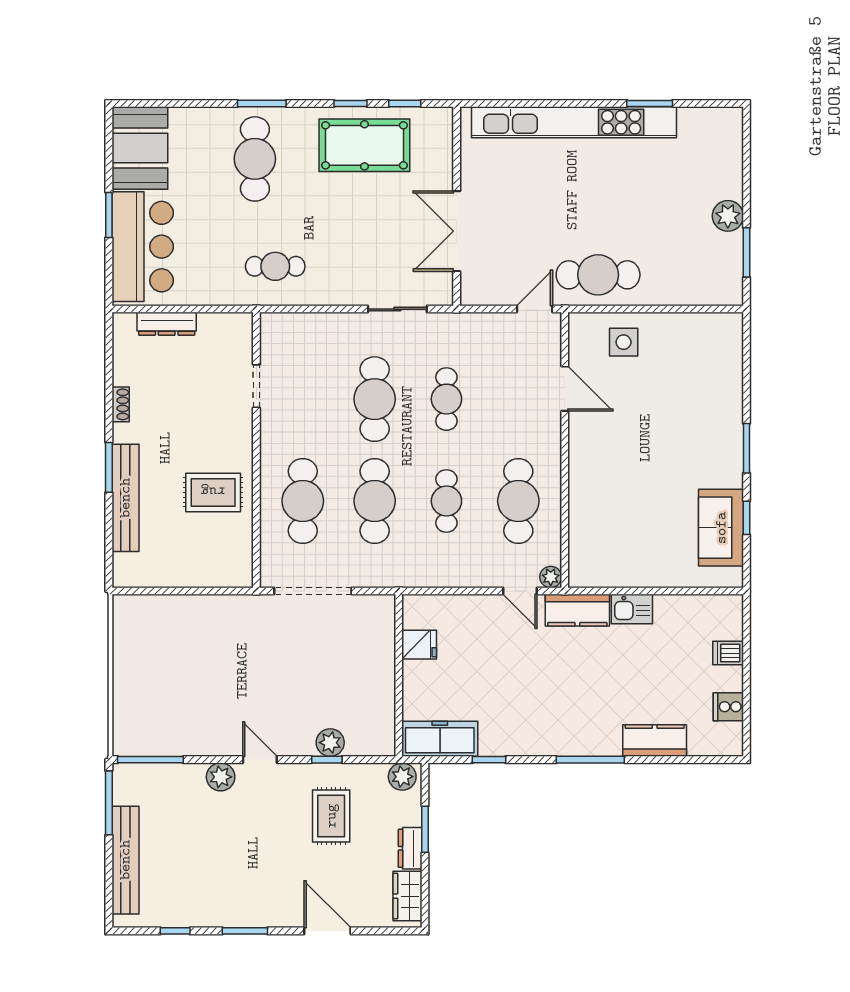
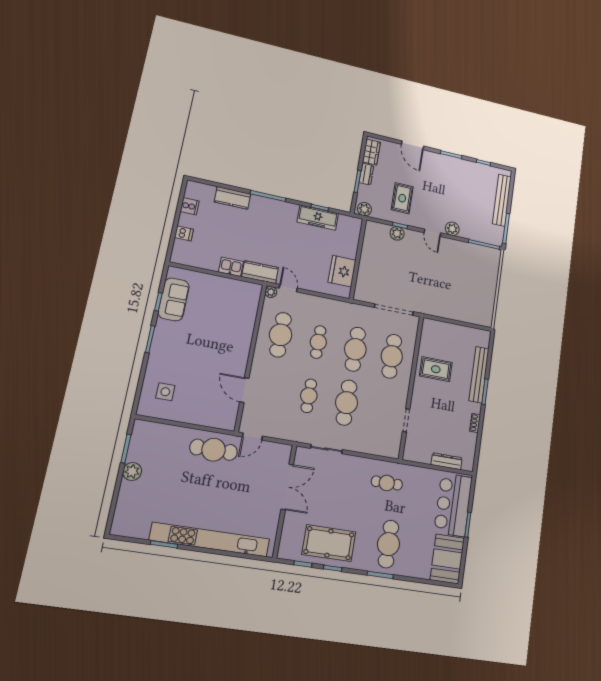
side table: (624, 342) -> (165, 392), moved
fridge: (419, 645) -> (342, 271), width x1.88, depth x1.34
freezer: (440, 739) -> (318, 218), moved

